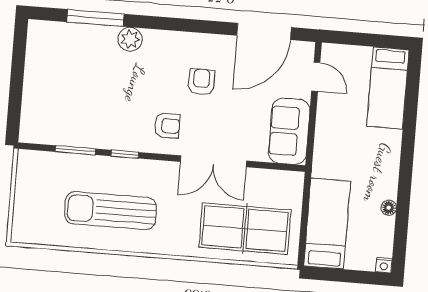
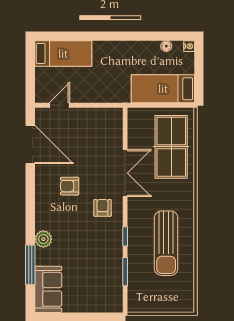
sofa: (289, 131) -> (48, 289), moved, turned -90
floor lamp: (389, 208) -> (166, 46), moved

